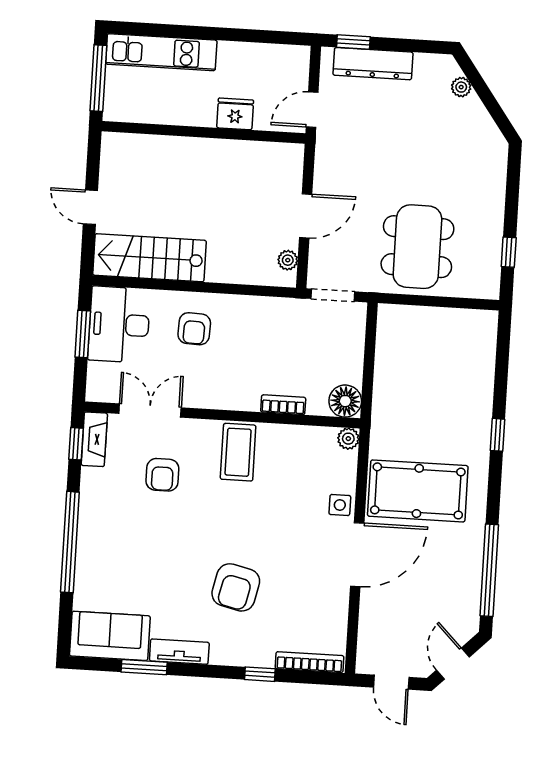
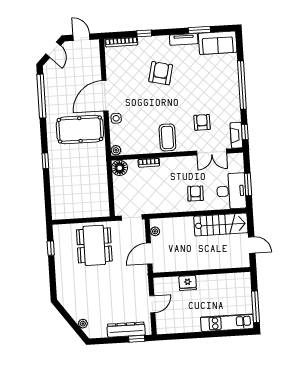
fridge: (235, 114) -> (188, 283), moved
wall: (204, 132) -> (202, 272), moved

